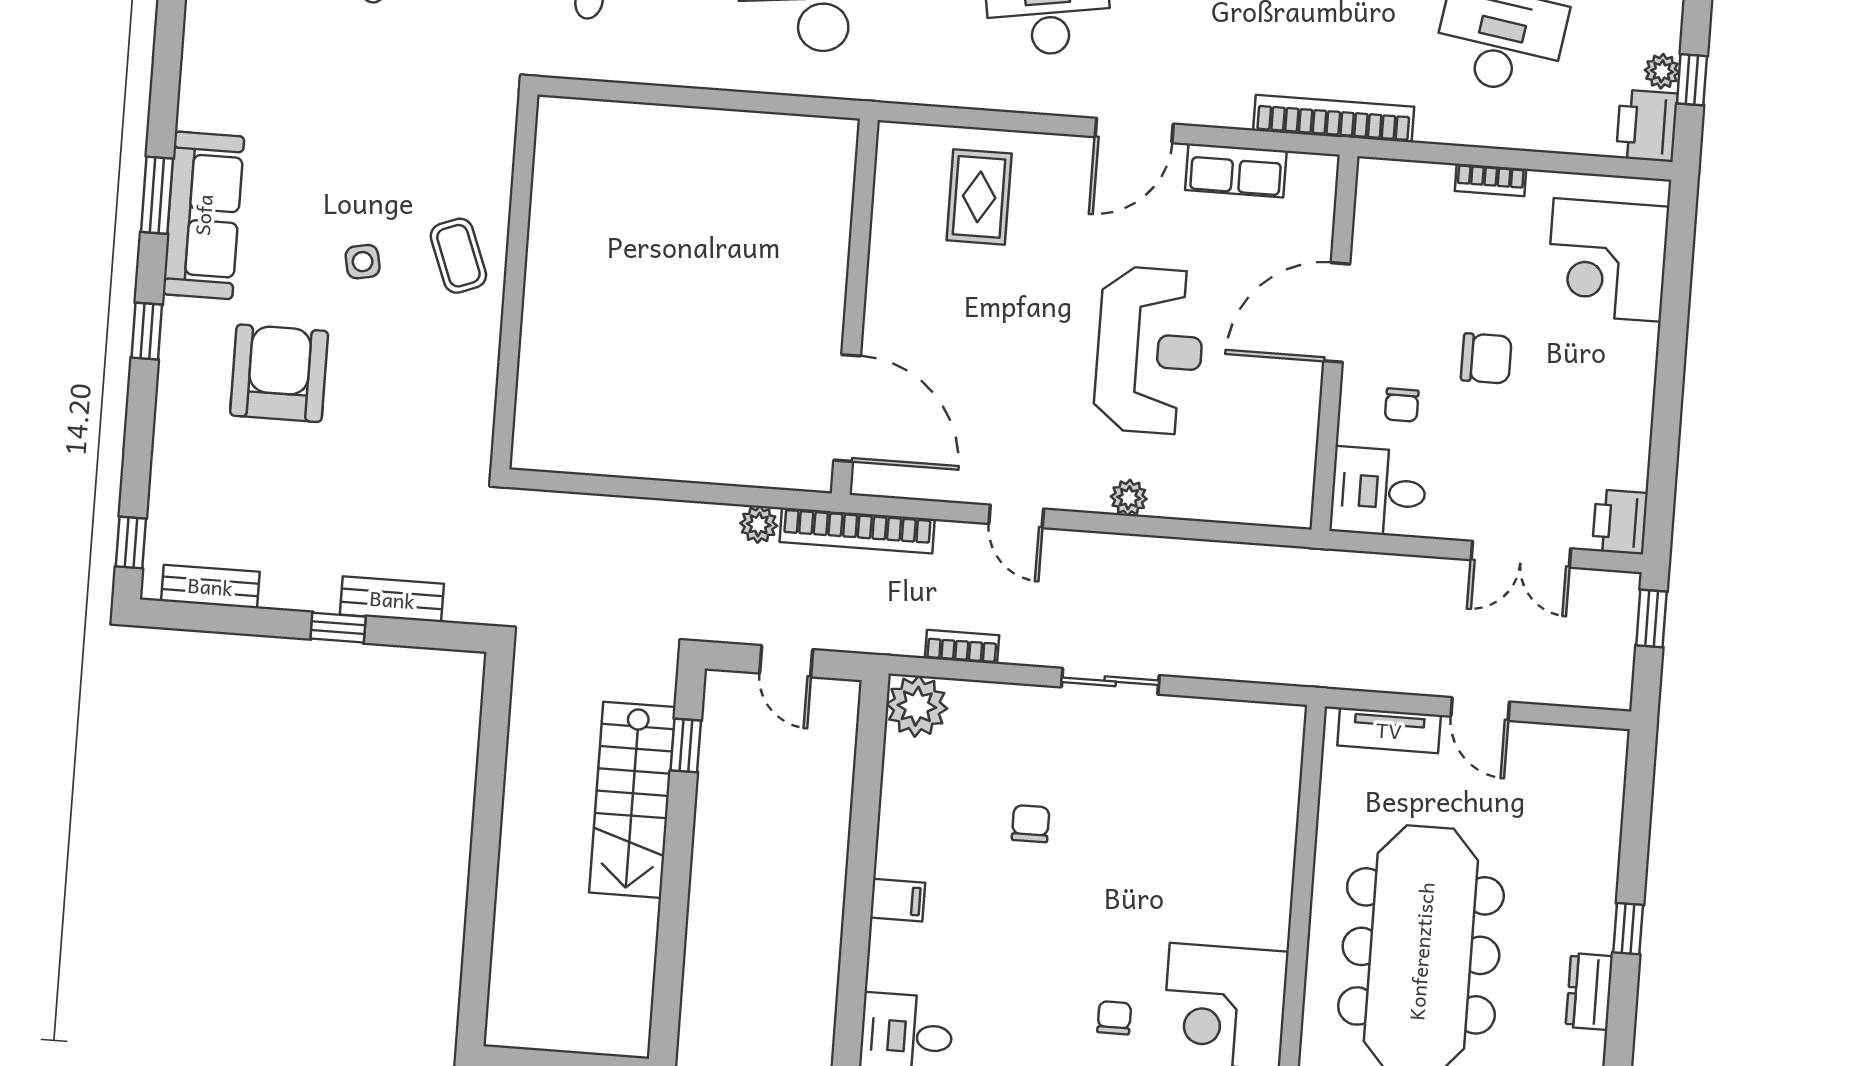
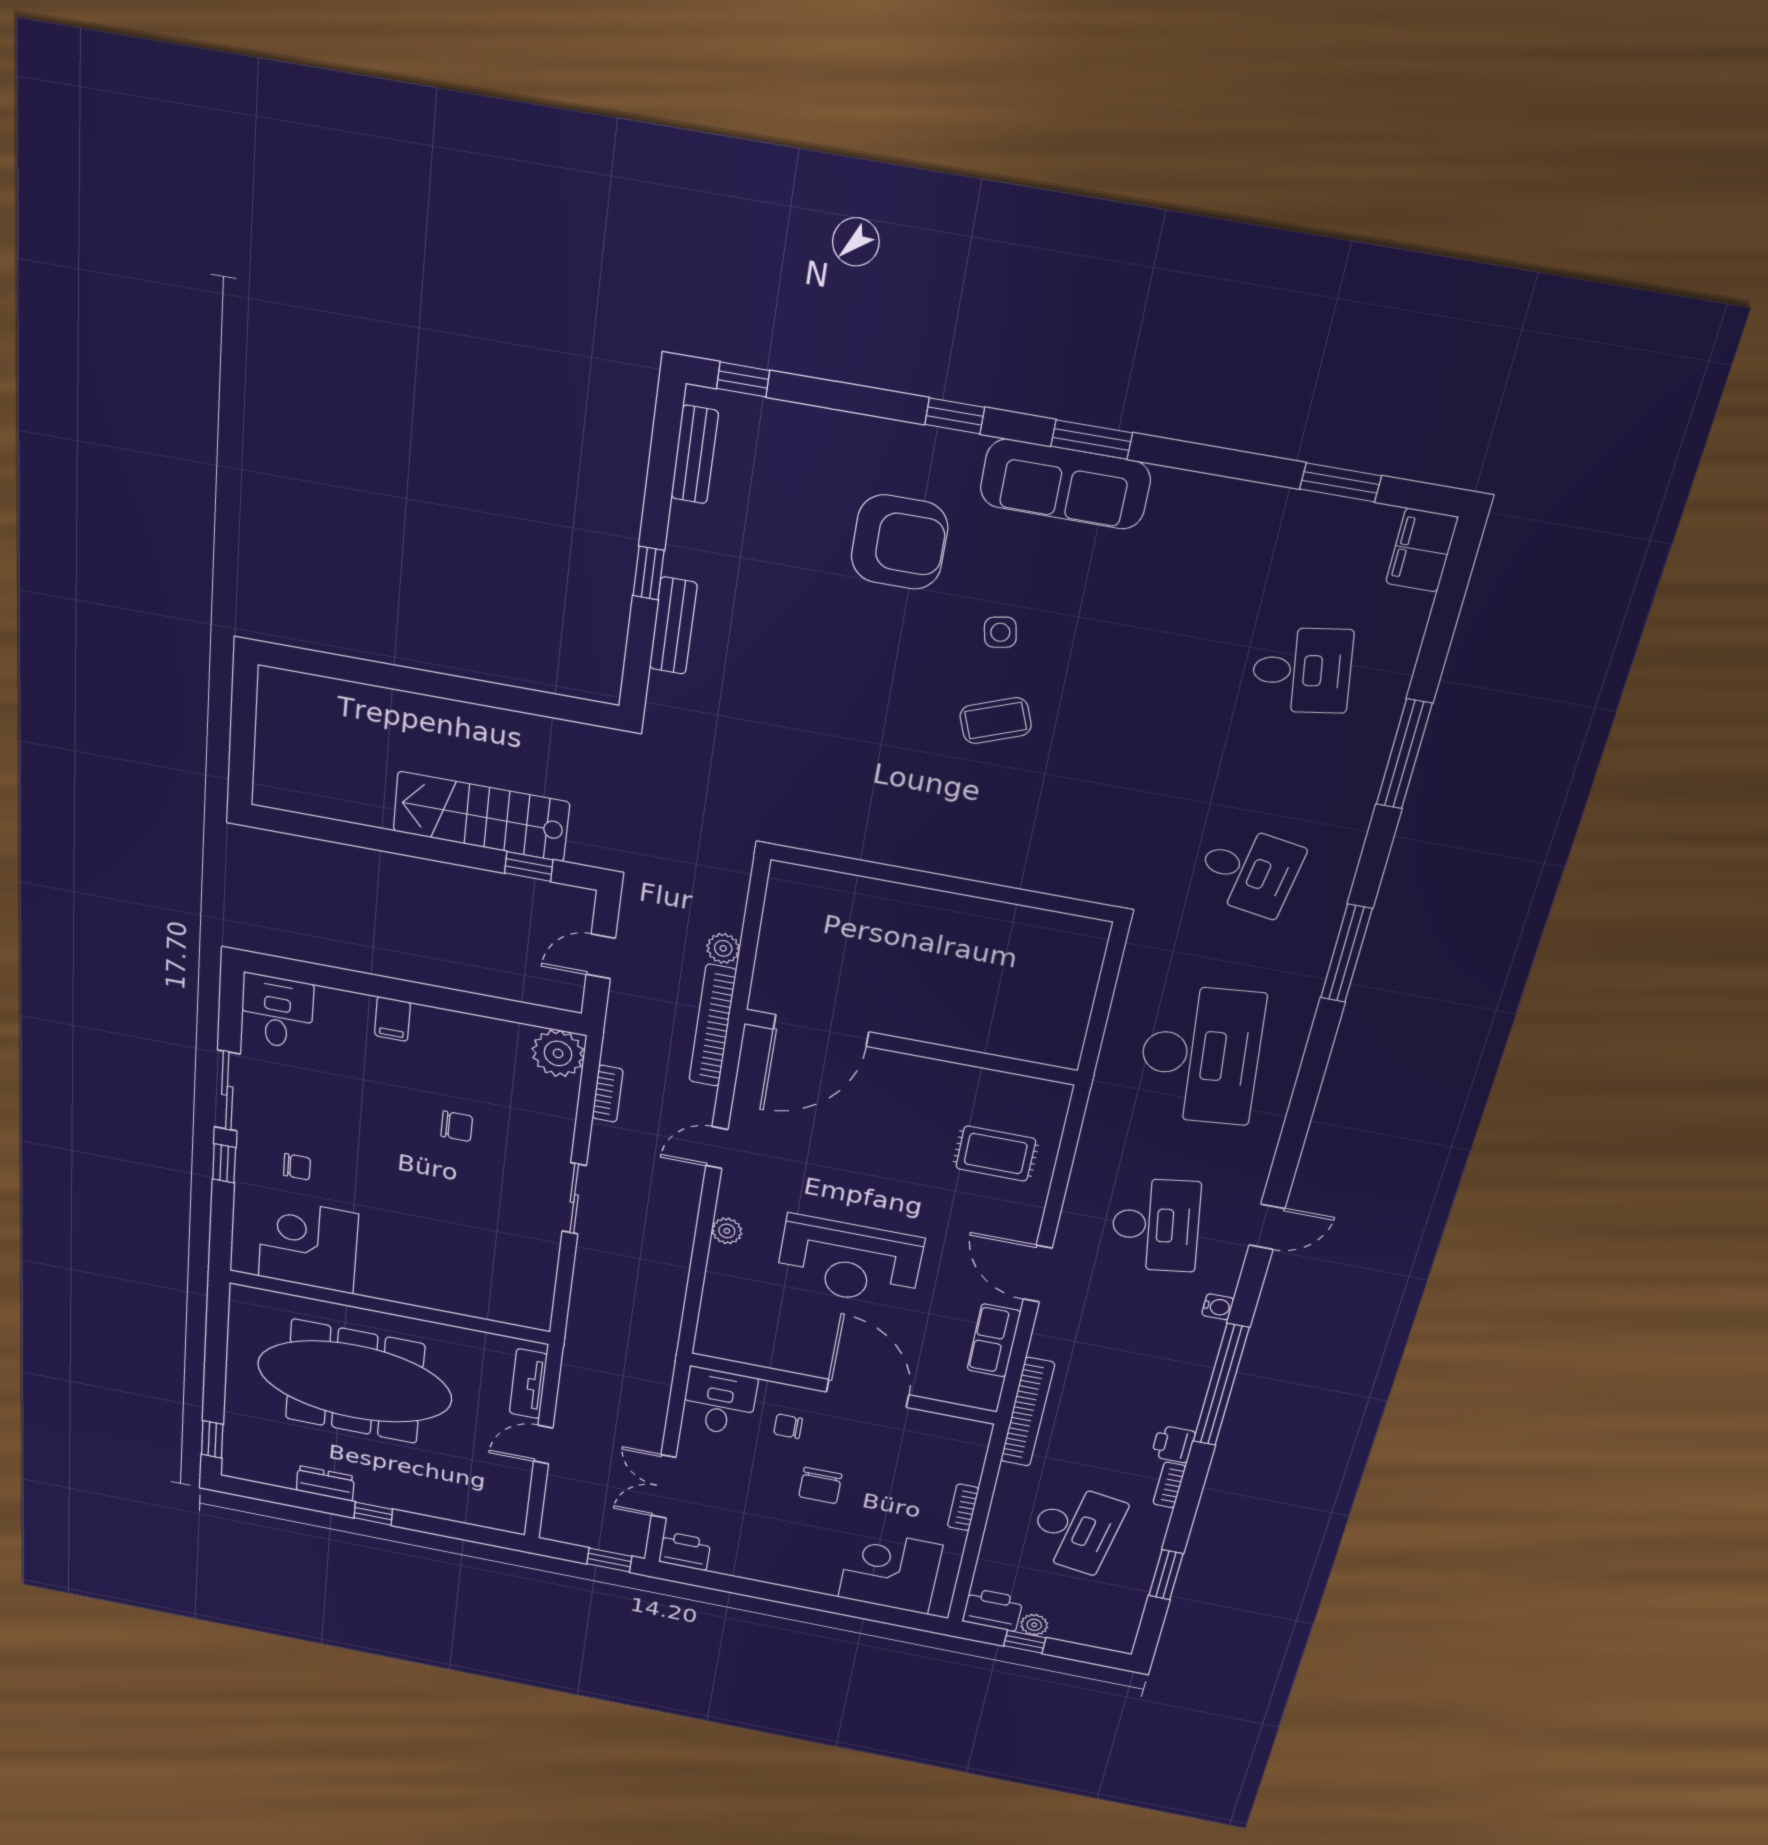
wall: (515, 281) -> (943, 883), moved

